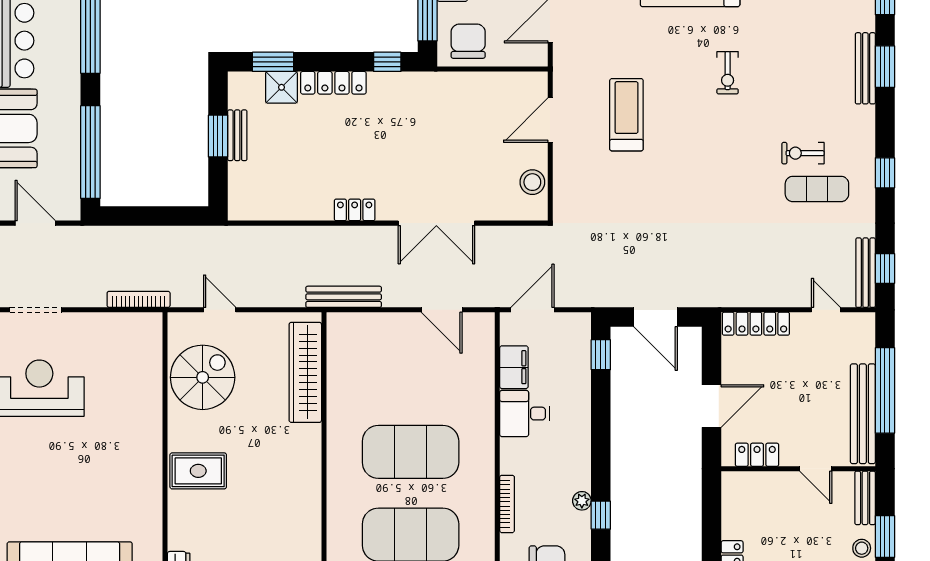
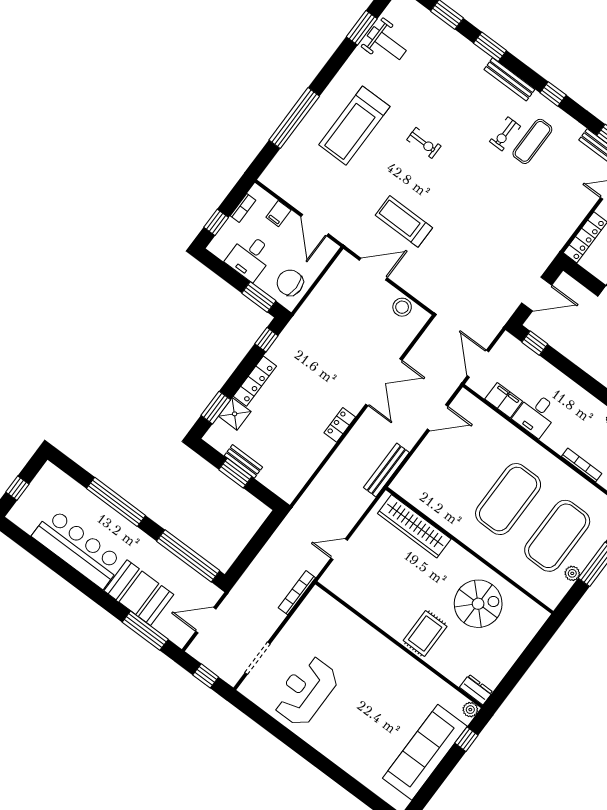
bench: (865, 68) -> (509, 79), moved
door: (550, 120) -> (373, 269), swing flipped
spiral stairs: (203, 377) -> (478, 604), moved, turned 90

